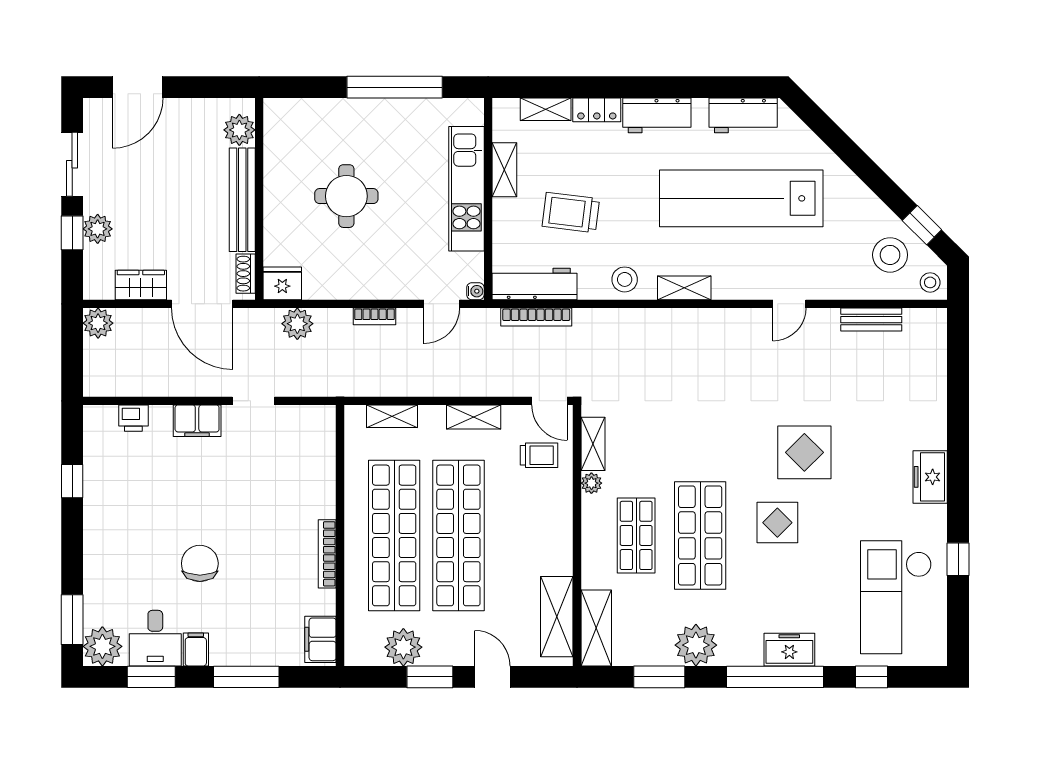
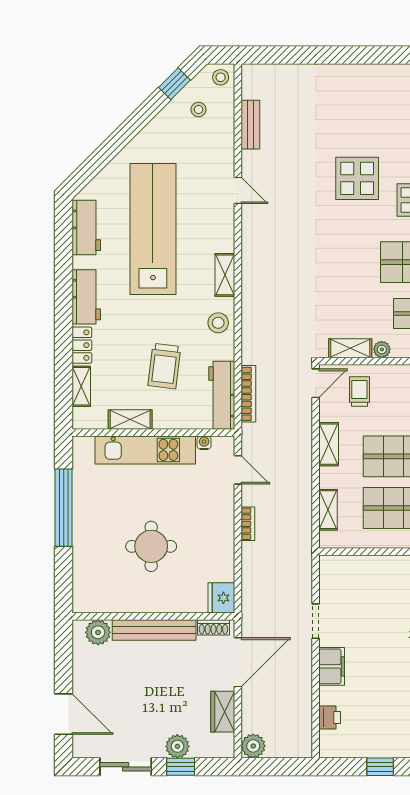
lab bench: (741, 198) -> (153, 229), turned 180
stool: (890, 255) -> (198, 110), width x0.53, depth x0.53
water cooler: (475, 291) -> (204, 443), moved
plant: (297, 324) -> (254, 586), removed
freezer: (930, 477) -> (377, 77), removed

